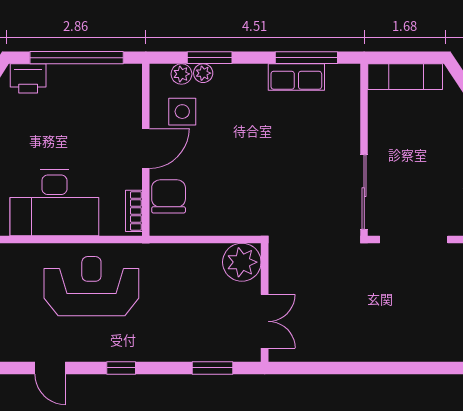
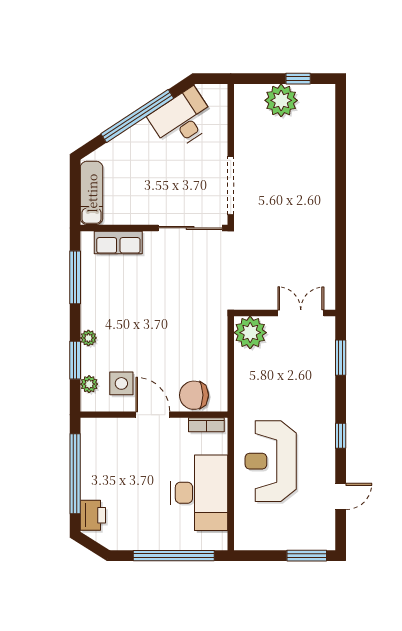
plant: (203, 73) -> (88, 338), moved
row of seats: (296, 77) -> (118, 243), moved, turned 90

